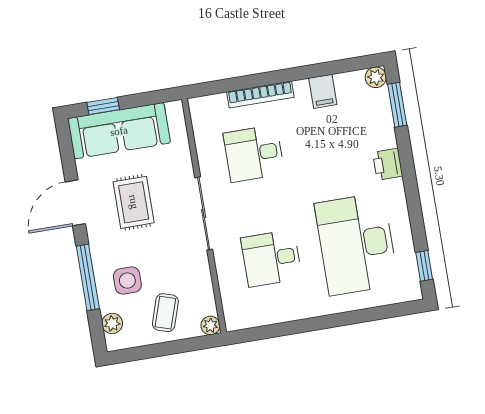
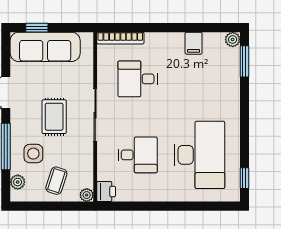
bookcase: (260, 95) -> (120, 38), moved
printer: (388, 164) -> (106, 191), moved, turned 180
rug: (134, 202) -> (54, 117), moved
desk: (357, 244) -> (199, 155), turned 180
desk: (271, 258) -> (138, 155), turned 180

